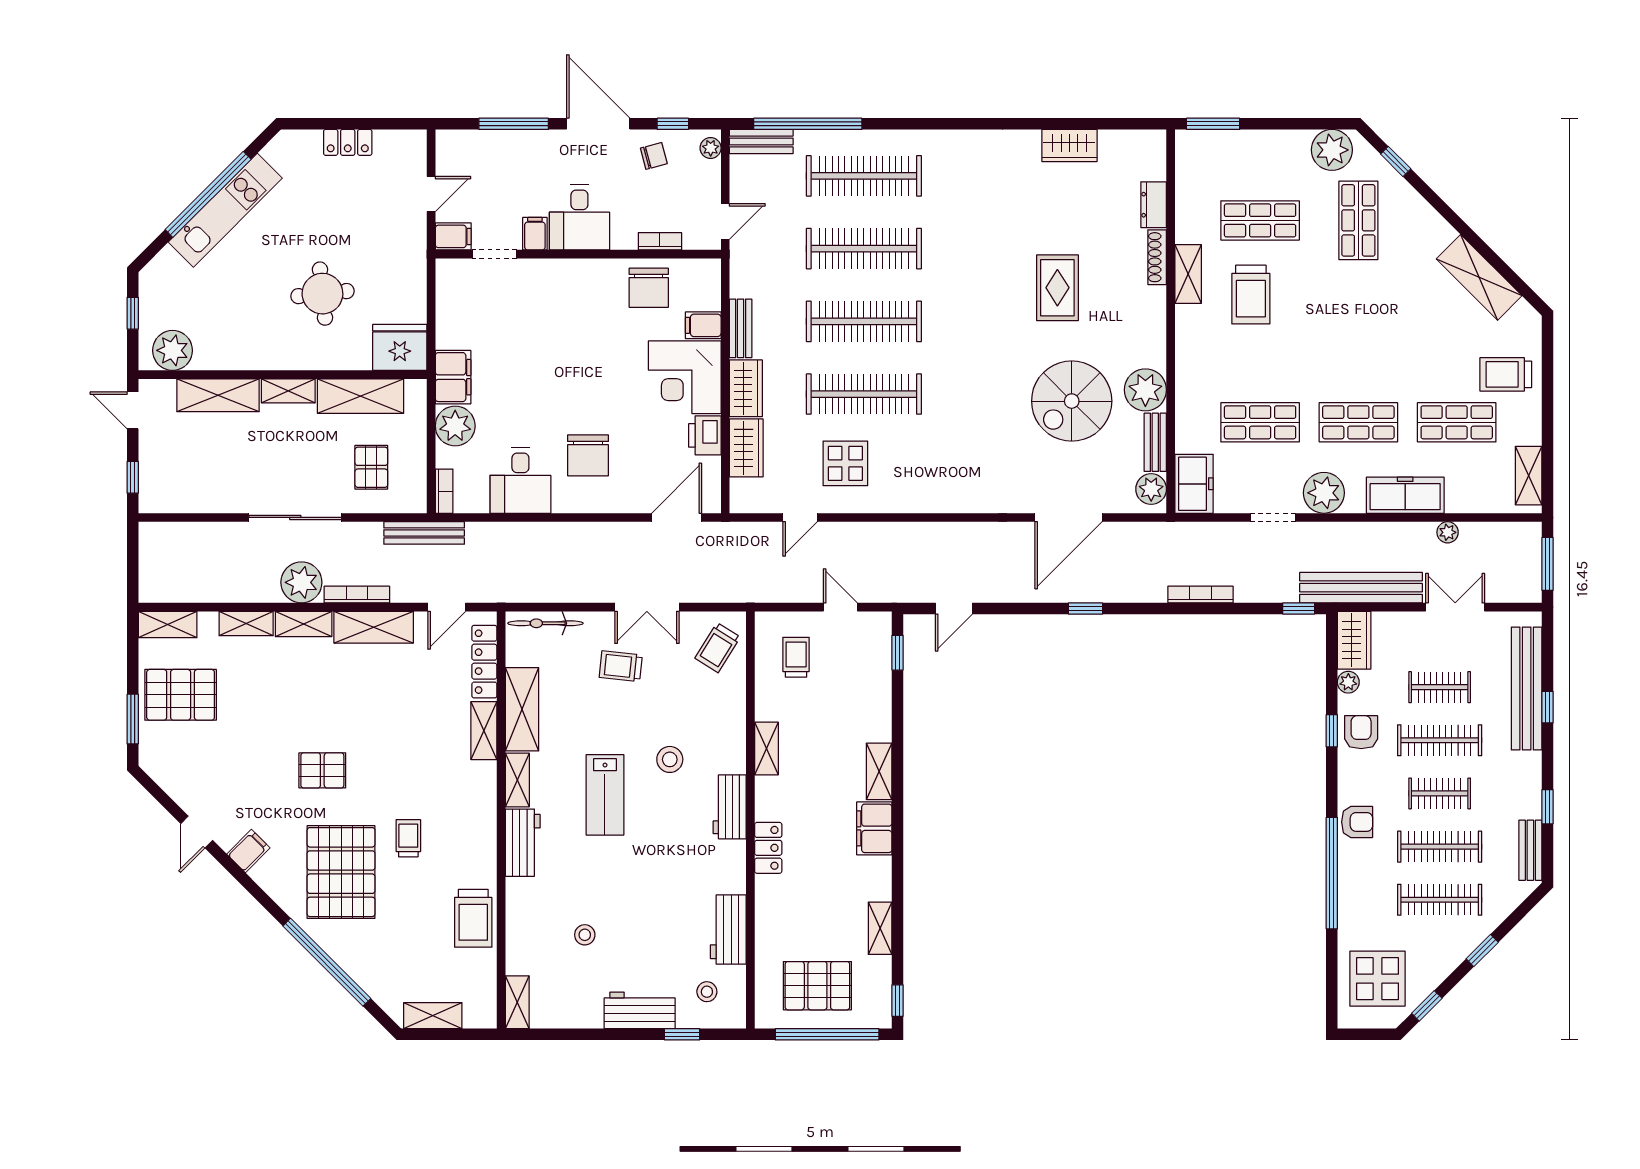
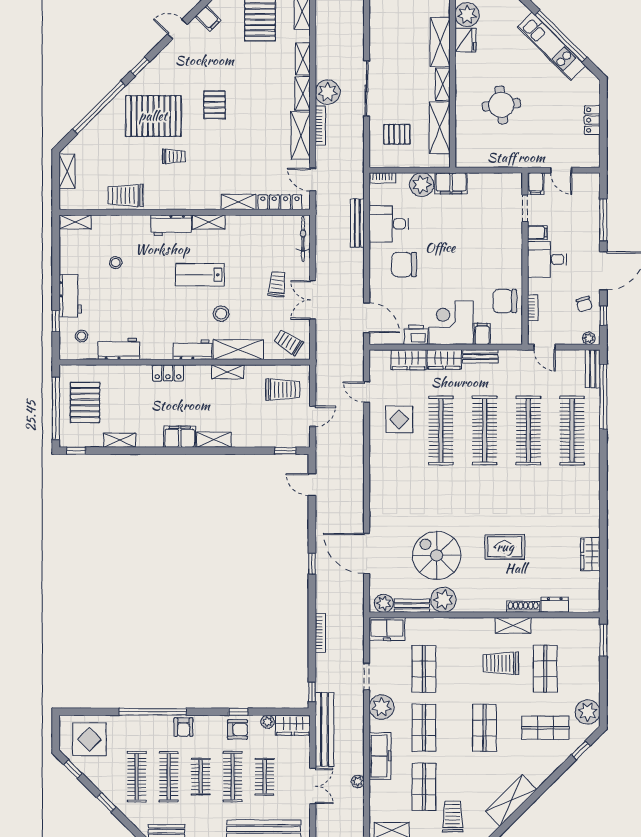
shop shelf: (1358, 321) -> (485, 728), added
fridge: (400, 347) -> (465, 40), moved, width x0.73, depth x0.75
bench: (424, 533) -> (357, 223), moved
trolley: (796, 657) -> (283, 390), width x1.36, depth x1.39
shelving: (522, 709) -> (238, 350), moved
filing cabinet: (248, 851) -> (208, 18), moved
window: (259, 894) -> (140, 67), added

